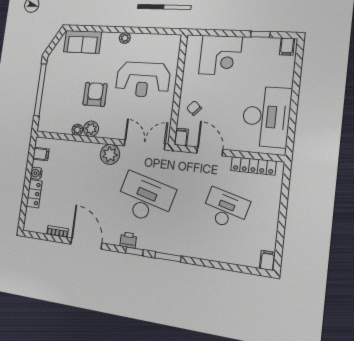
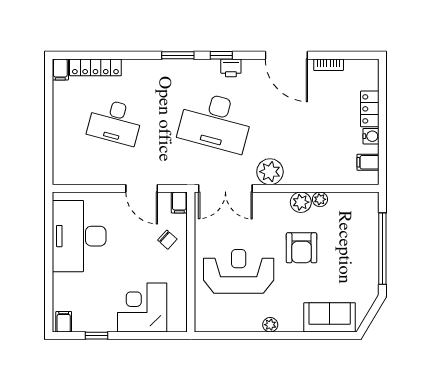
locker: (253, 166) -> (95, 67), moved, turned 180

